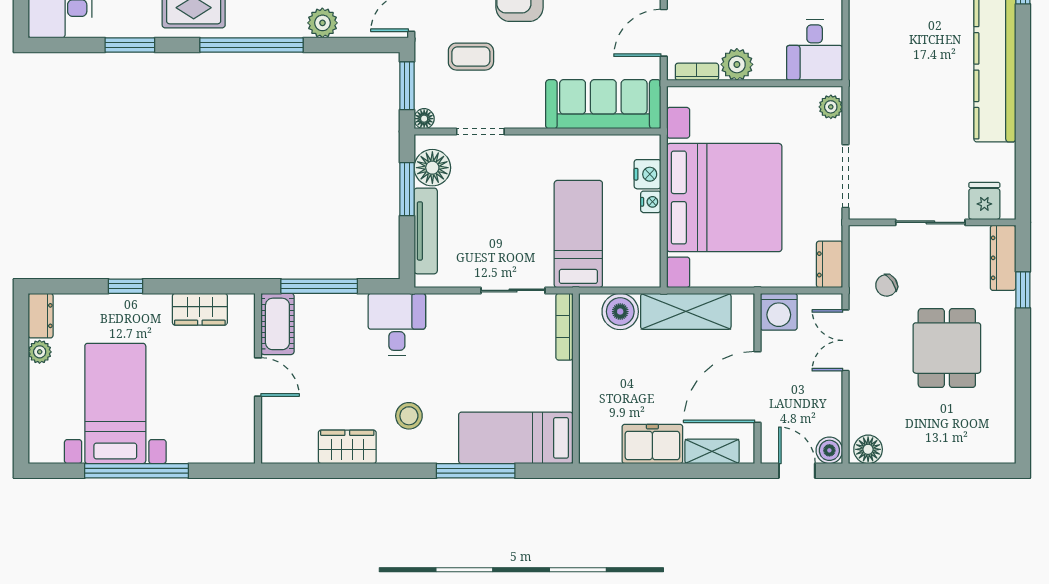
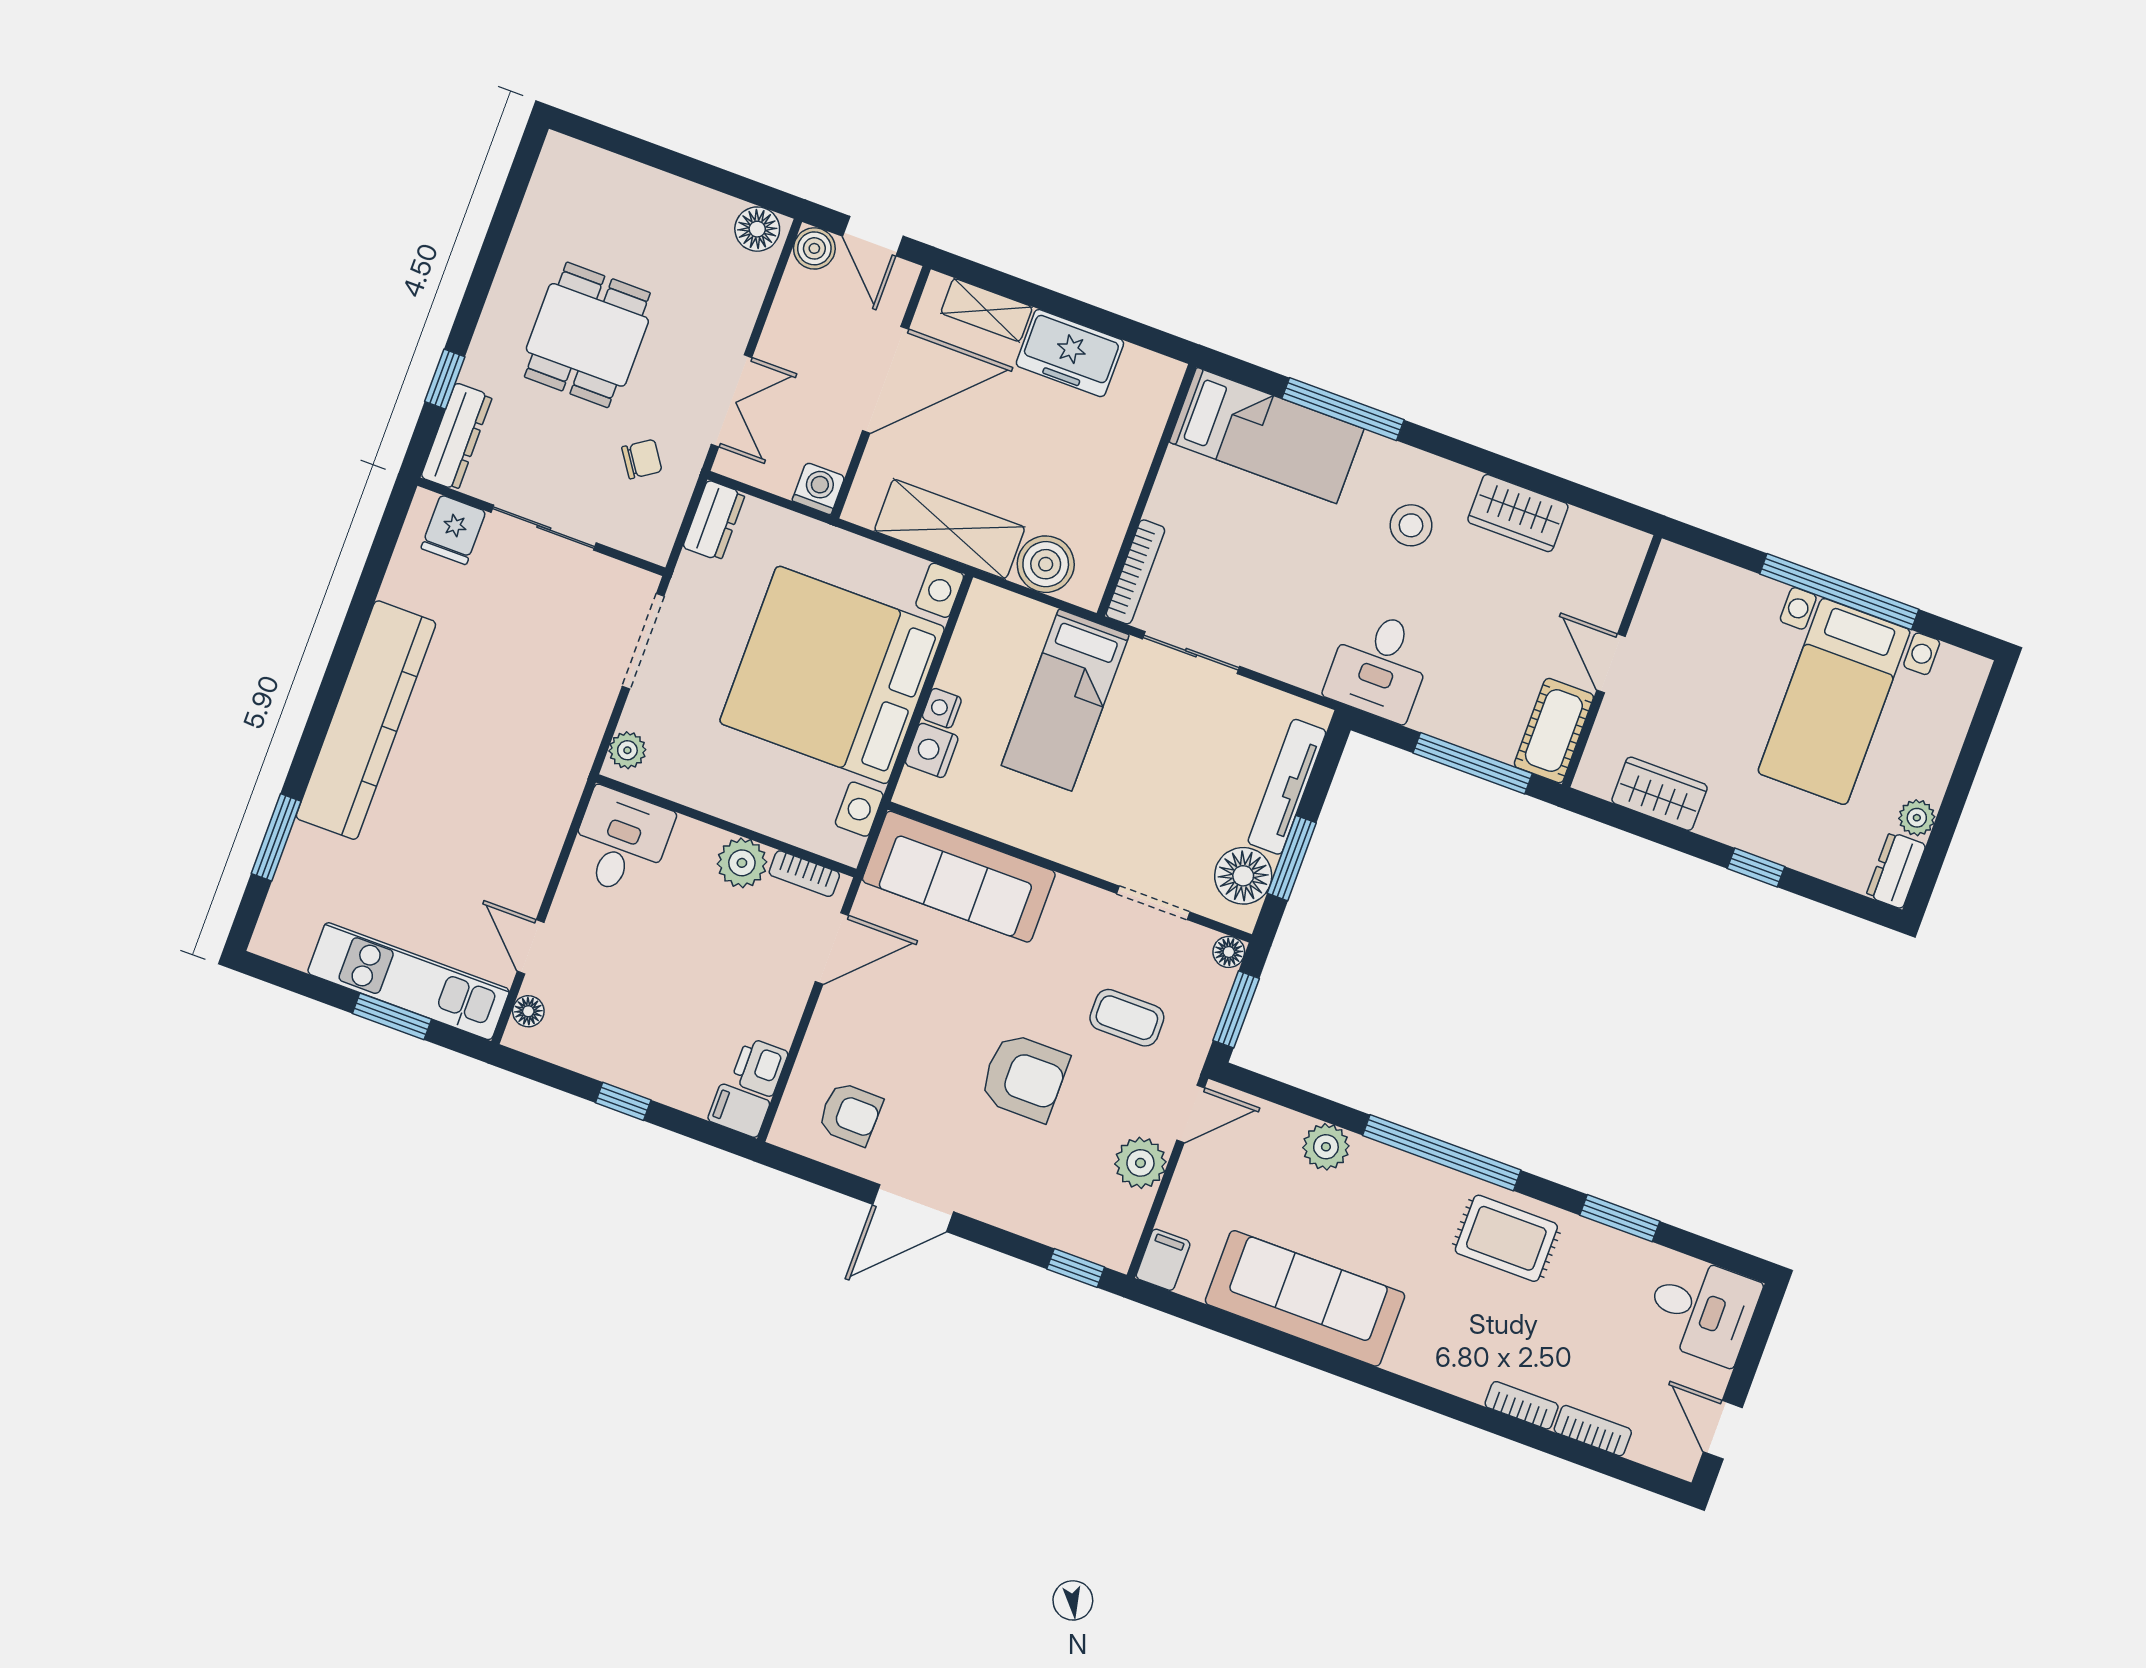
washing machine: (779, 312) -> (818, 489), width x0.73, depth x0.73

